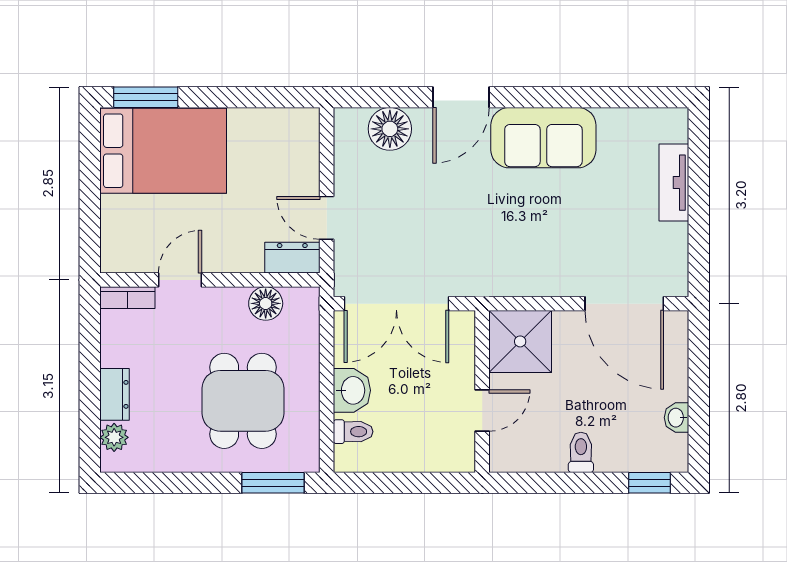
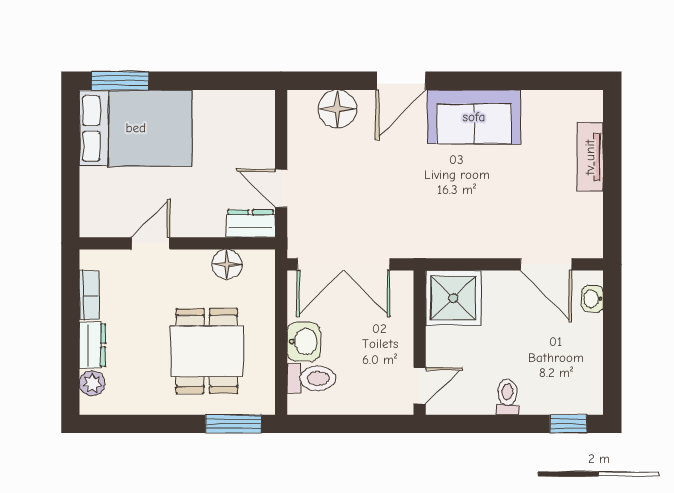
bookcase: (127, 298) -> (89, 295), moved, turned -90
door: (624, 304) -> (546, 264), width x0.73
door: (482, 411) -> (420, 386), moved
washbasin: (677, 418) -> (593, 299), moved
toilet: (353, 432) -> (311, 378), width x1.37, depth x1.39

